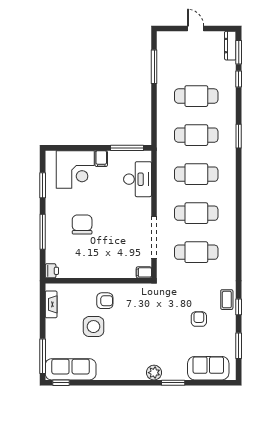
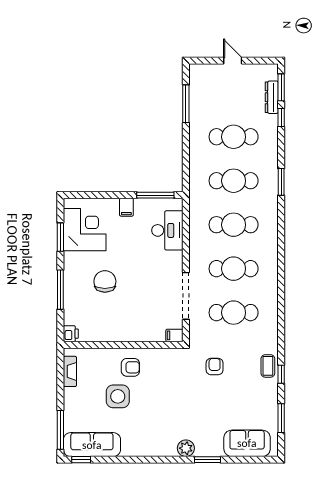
dresser: (230, 46) -> (272, 97), moved
corner desk: (75, 169) -> (85, 230), moved, turned -90
armchair: (199, 319) -> (215, 367), moved

